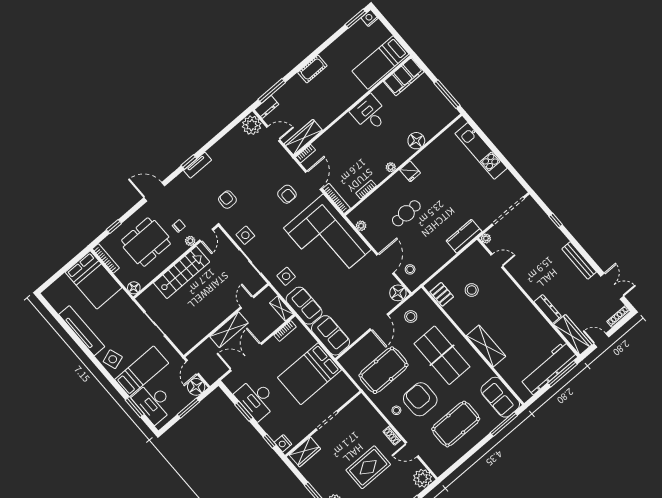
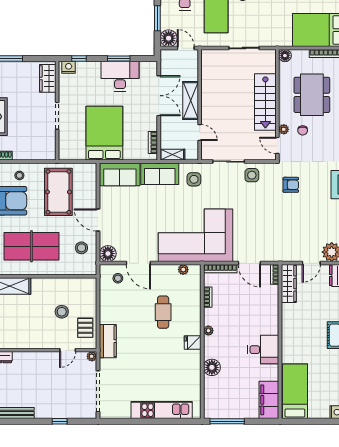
armchair: (287, 194) -> (256, 234), removed
pallet: (442, 294) -> (85, 328), moved, turned 90

